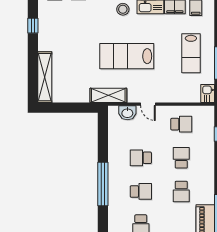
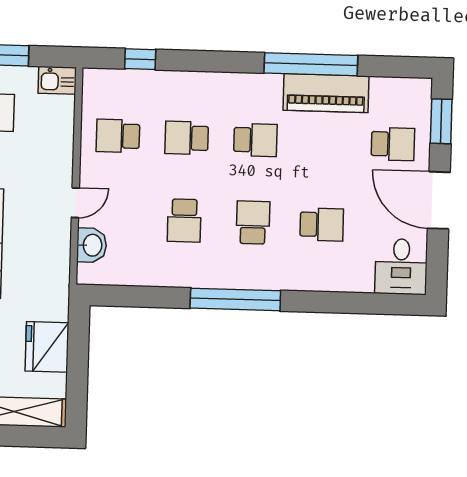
fridge: (77, 92) -> (47, 347), added
shelving: (108, 95) -> (55, 283), removed
school desk: (181, 124) -> (118, 136), turned -90

